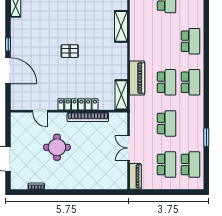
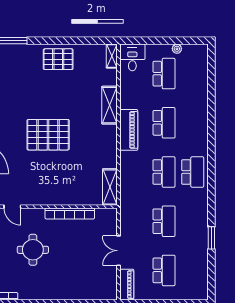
school desk: (191, 41) -> (164, 123), moved
pallet: (70, 51) -> (48, 135), width x2.05, depth x2.00
piano: (137, 78) -> (129, 130), moved
locker: (78, 104) -> (58, 198), removed
school desk: (191, 165) -> (193, 270), removed

